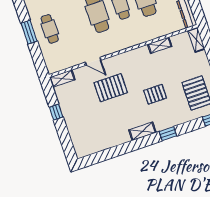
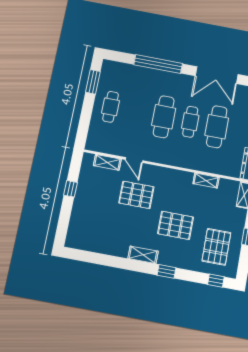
window: (29, 32) -> (93, 82), moved
shelving: (62, 79) -> (107, 162), moved
pallet: (155, 94) -> (176, 225), width x1.50, depth x1.42

